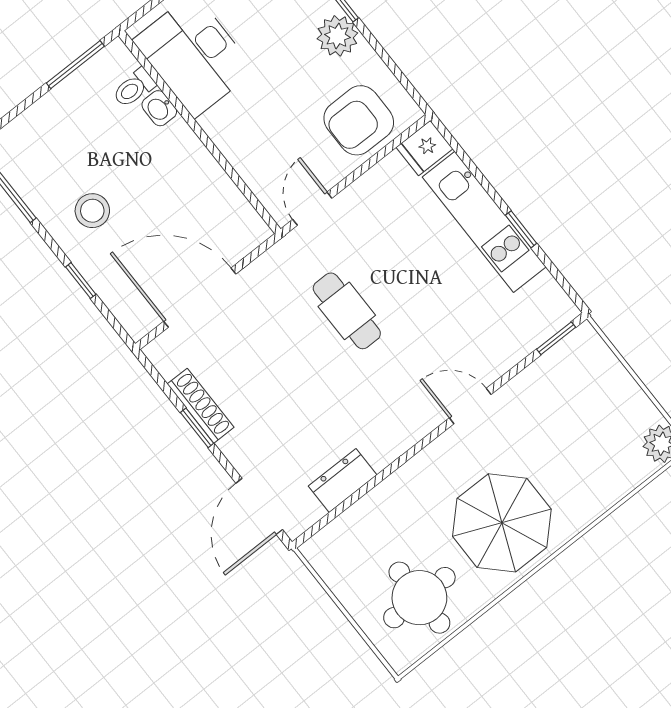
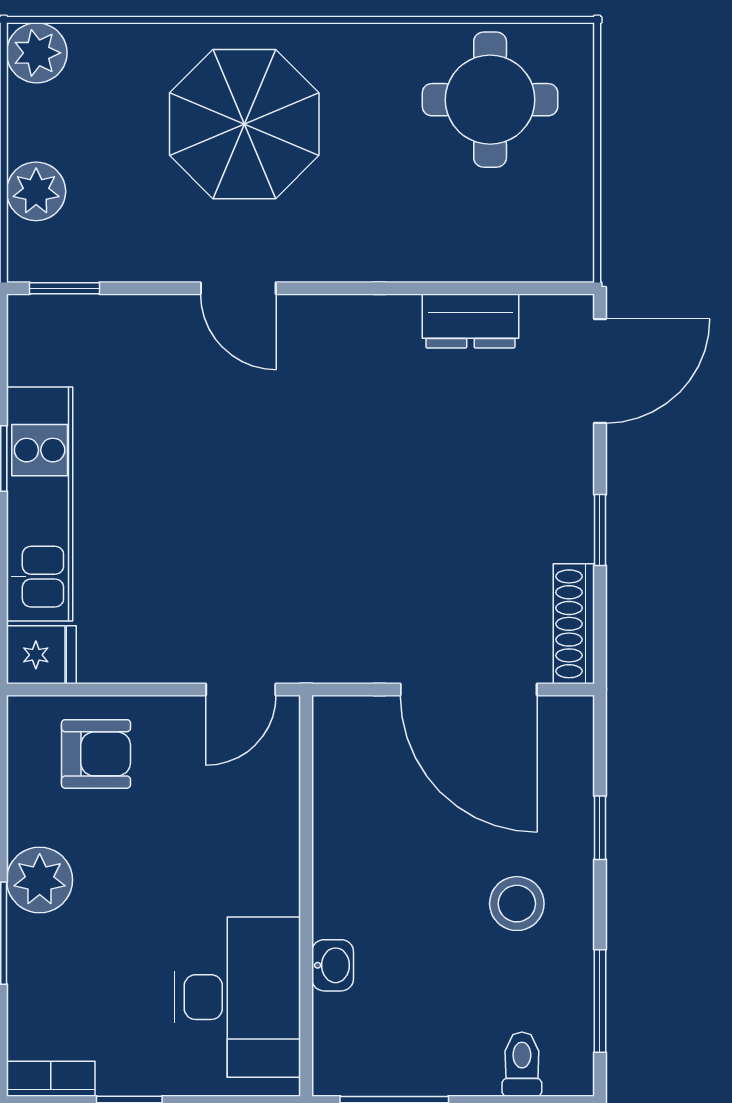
toilet: (134, 88) -> (522, 1064), moved, turned -90
armchair: (359, 120) -> (96, 754), width x0.72, depth x0.72
cafe table: (347, 311) -> (298, 528), removed
plant: (608, 375) -> (36, 191), added
shoe rack: (201, 406) -> (574, 624), moved
parasol: (502, 523) -> (244, 124), moved

